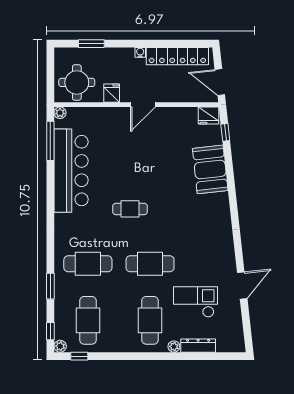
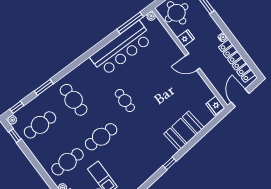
window: (225, 132) -> (170, 163), moved
cafe table: (150, 264) -> (101, 137), turned 90

